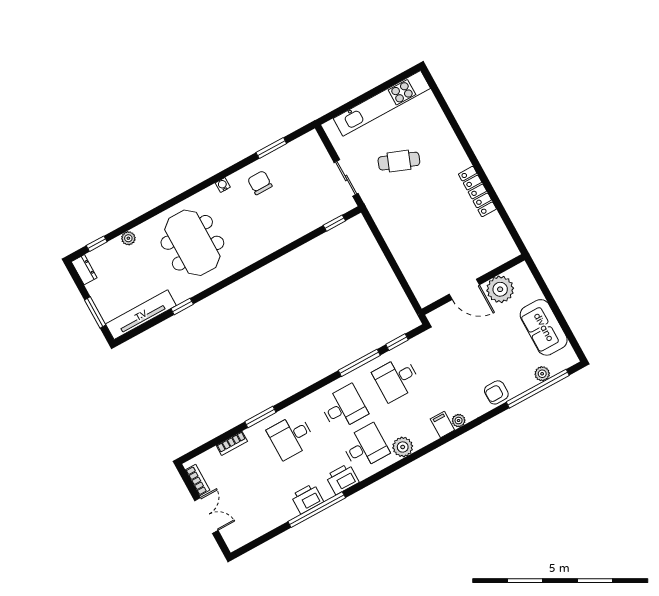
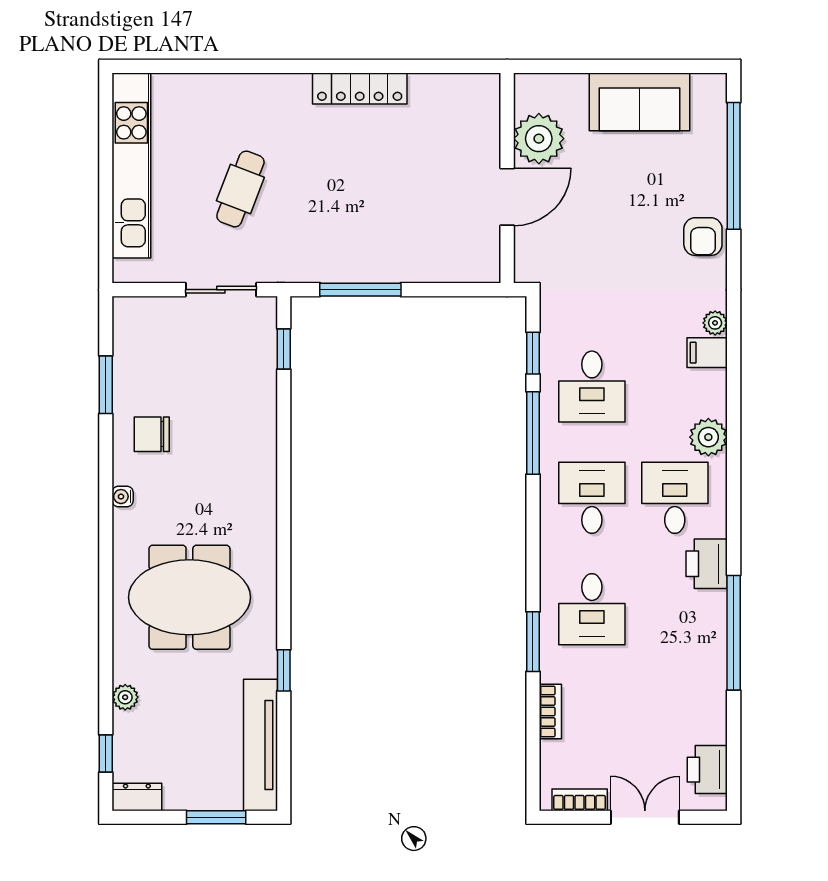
window: (382, 244) -> (360, 290), added
plant: (542, 374) -> (713, 145), removed
printer: (307, 499) -> (707, 770), moved

